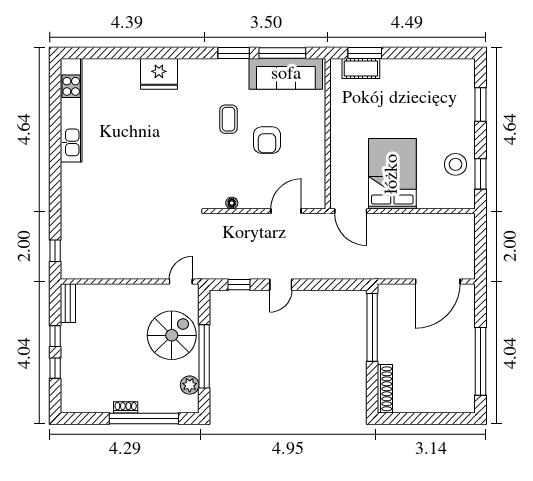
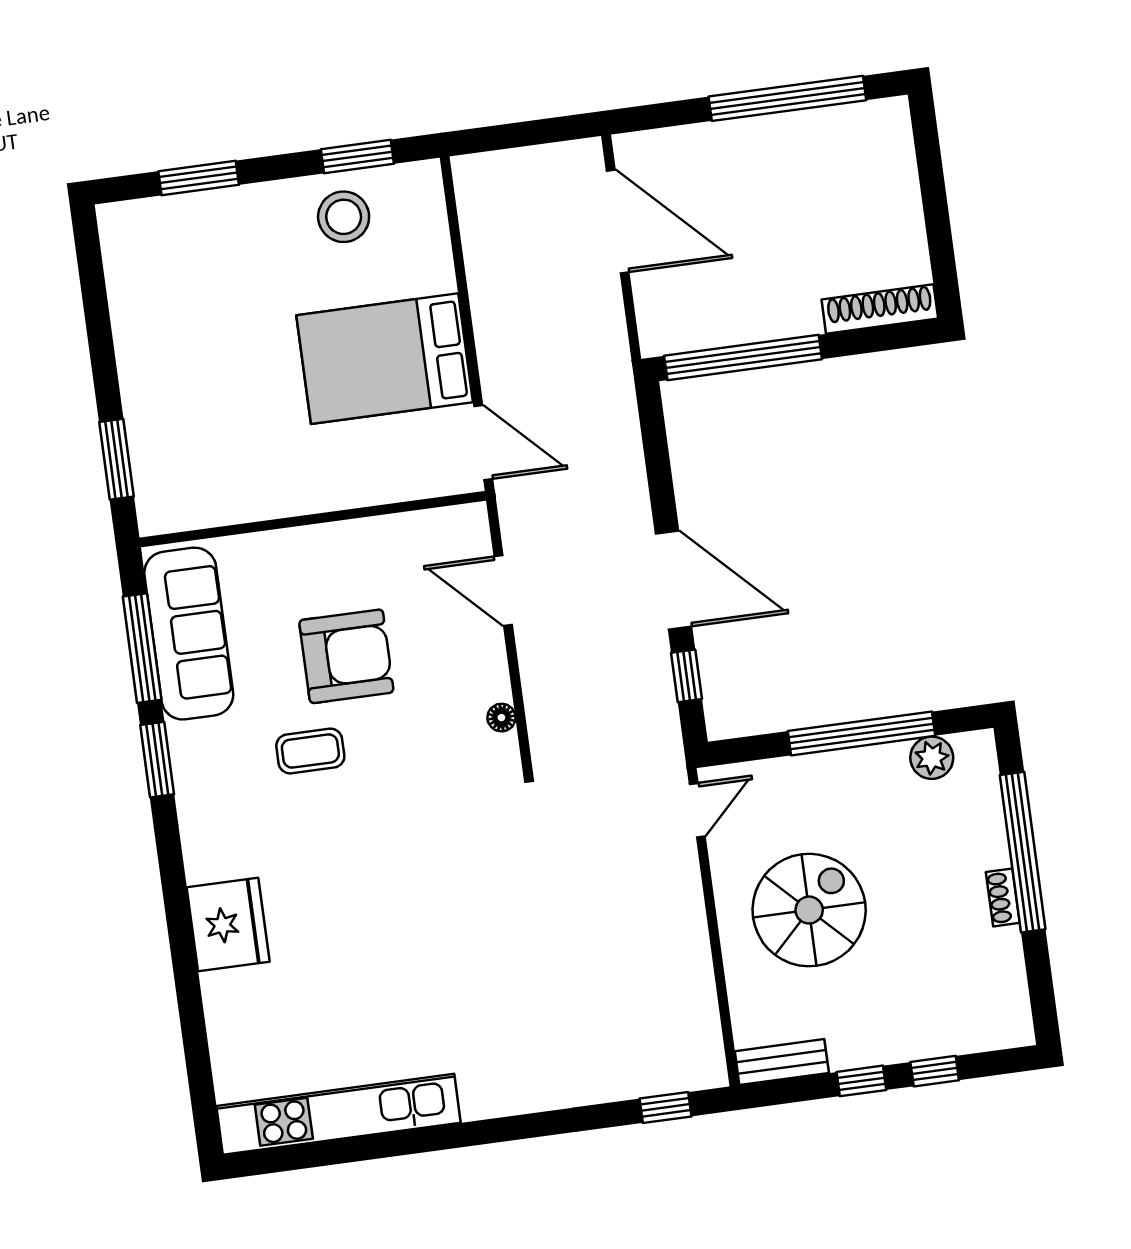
cot: (361, 68) -> (153, 463), removed
armchair: (267, 140) -> (346, 656), width x1.36, depth x1.36
door: (351, 211) -> (483, 443), hinge flipped
door: (181, 282) -> (697, 810), swing flipped
door: (281, 285) -> (674, 580), width x1.88
spiral stairs: (172, 335) -> (809, 910), moved, turned 90

